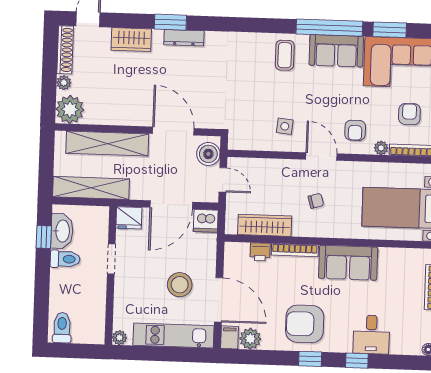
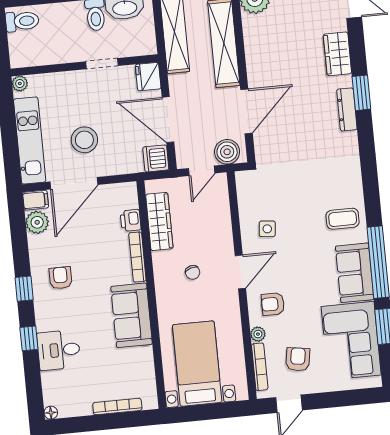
armchair: (409, 114) -> (298, 359), turned -81
armchair: (305, 324) -> (61, 278), width x0.53, depth x0.53

